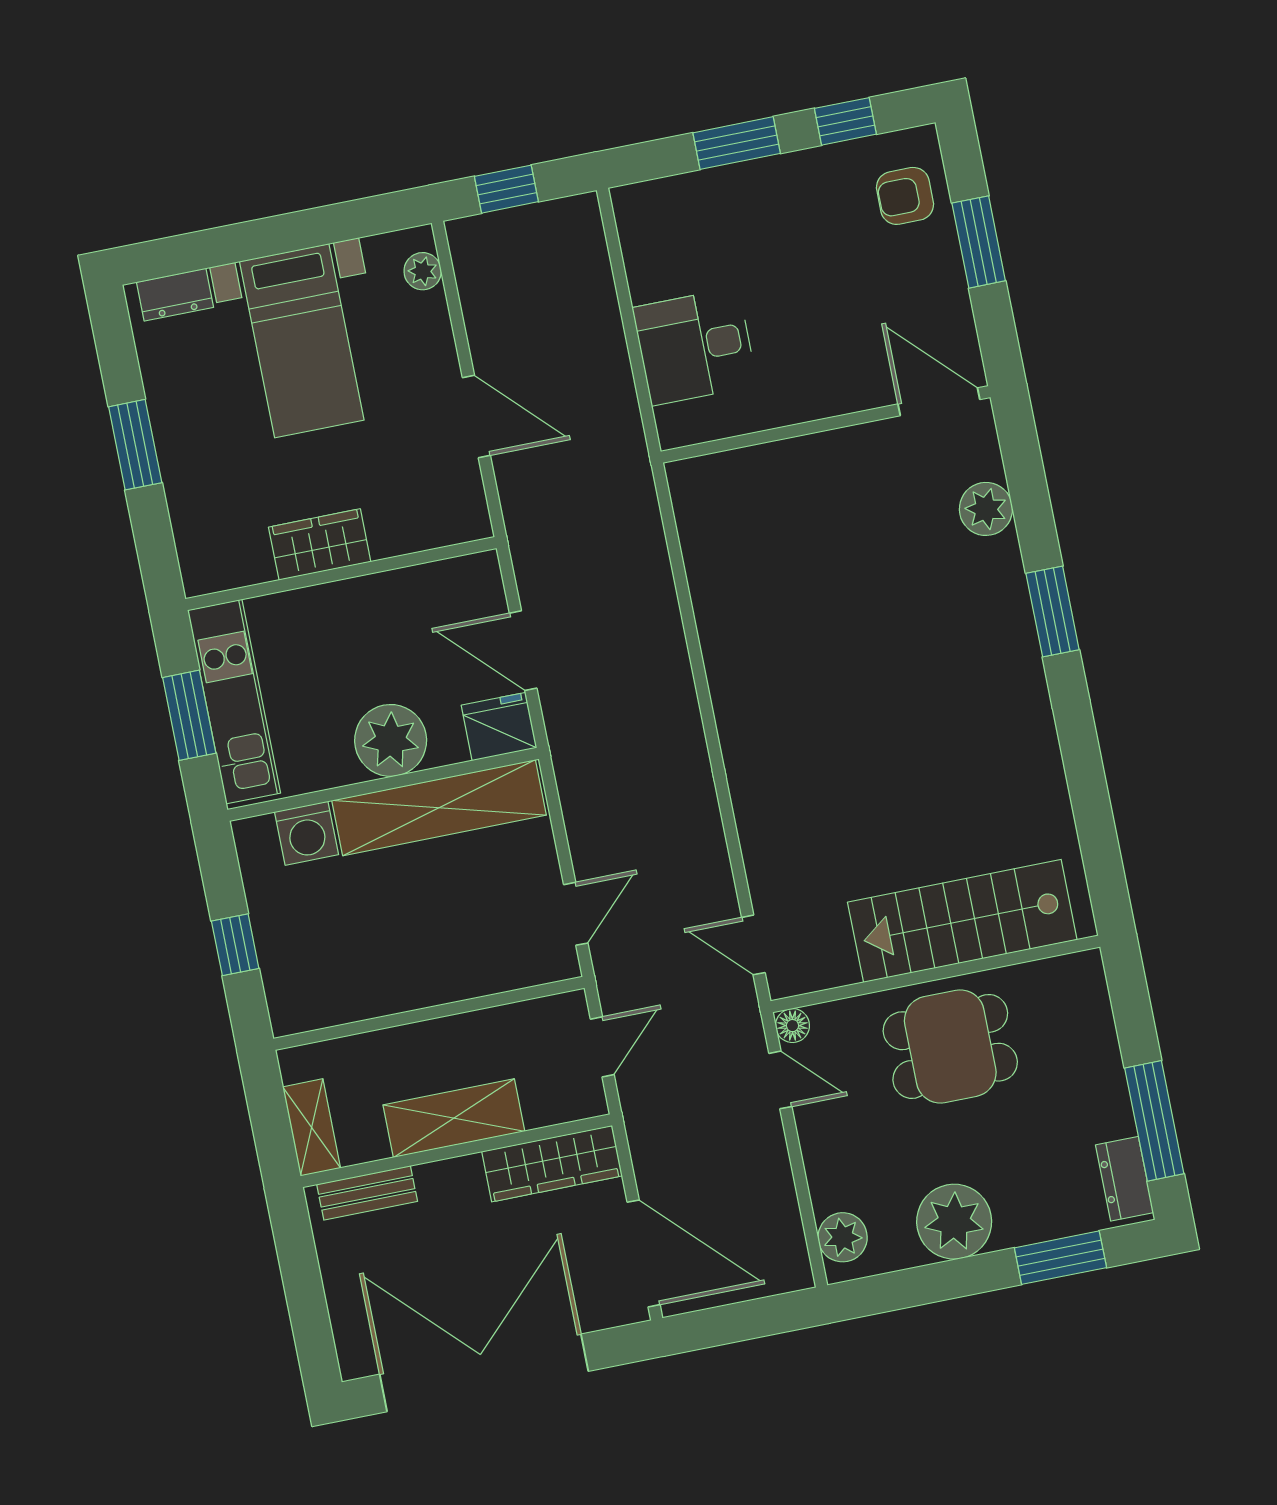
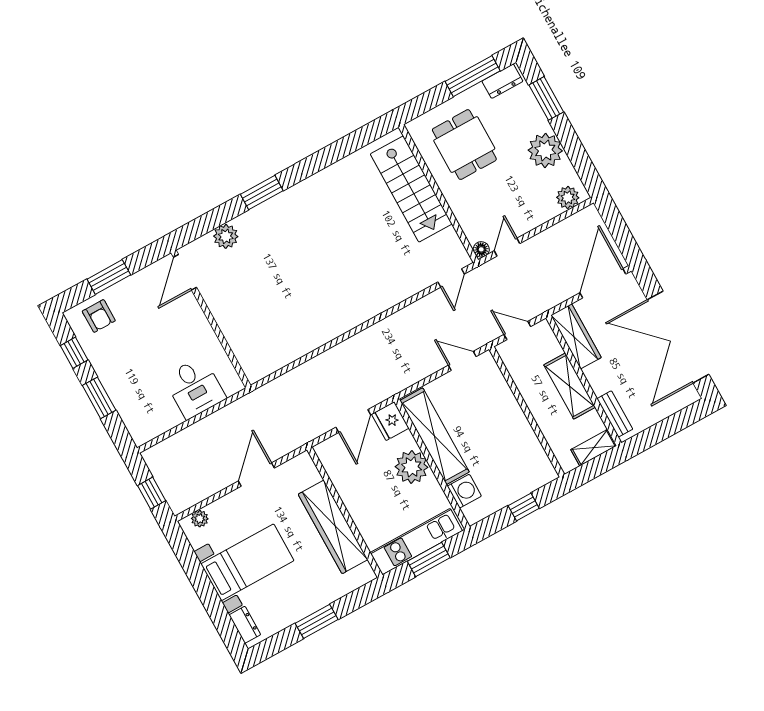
wardrobe: (320, 544) -> (333, 527), width x2.10, depth x1.17
dining table: (950, 1046) -> (464, 145), moved

